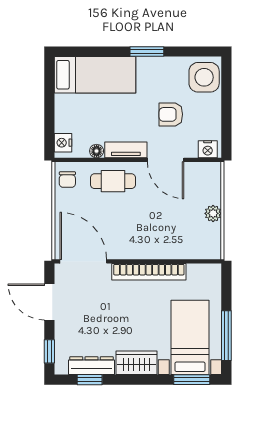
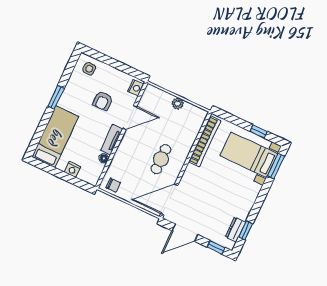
side table: (204, 77) -> (89, 69), width x0.54, depth x0.54
nightstand: (63, 143) -> (72, 169), moved
cafe table: (113, 181) -> (161, 159), moved
bookcase: (149, 272) -> (205, 141), moved
window: (226, 336) -> (259, 131), width x0.46
wardrobe: (136, 363) -> (249, 196), removed
dresser: (92, 366) -> (235, 229), width x0.70

